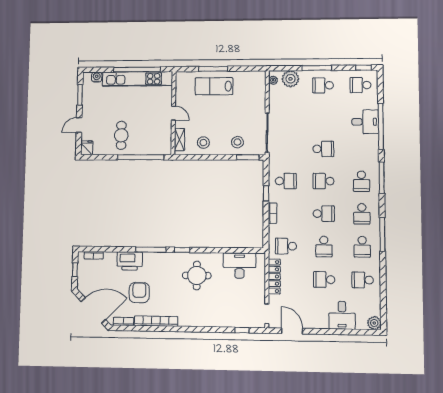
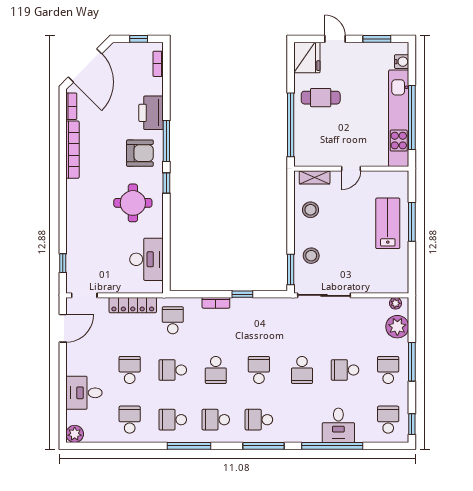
fridge: (87, 148) -> (307, 58), width x1.88, depth x1.34
school desk: (286, 181) -> (345, 370), moved, turned 90
armchair: (139, 293) -> (140, 153), moved

